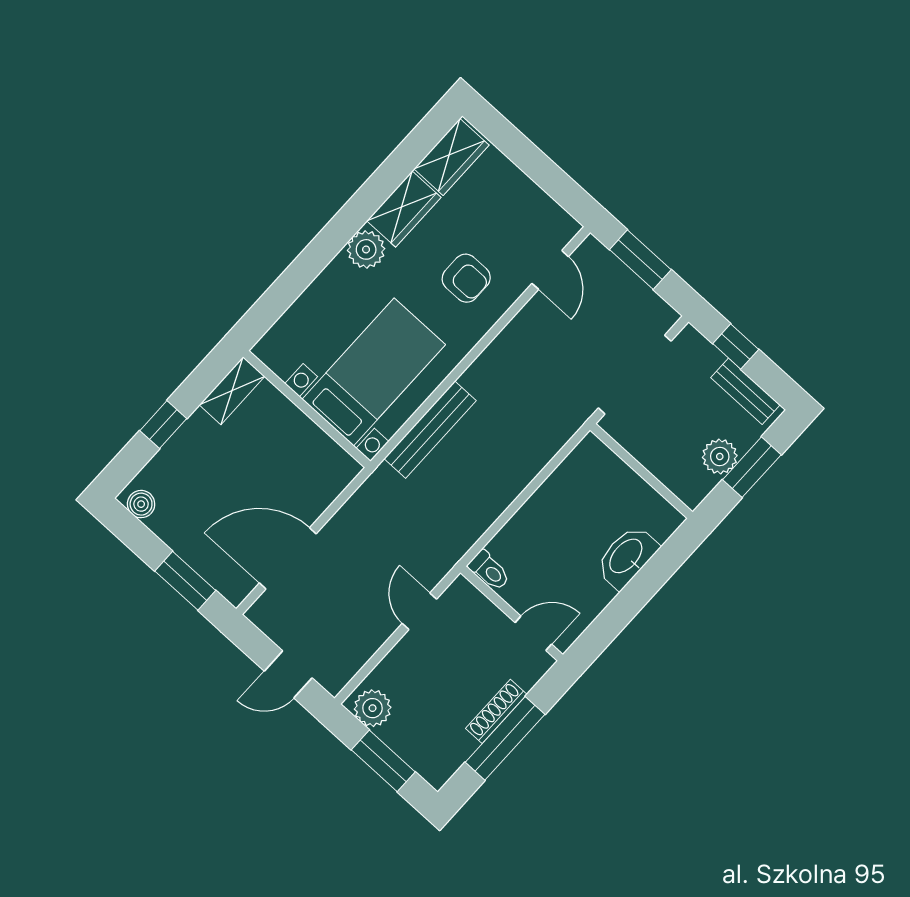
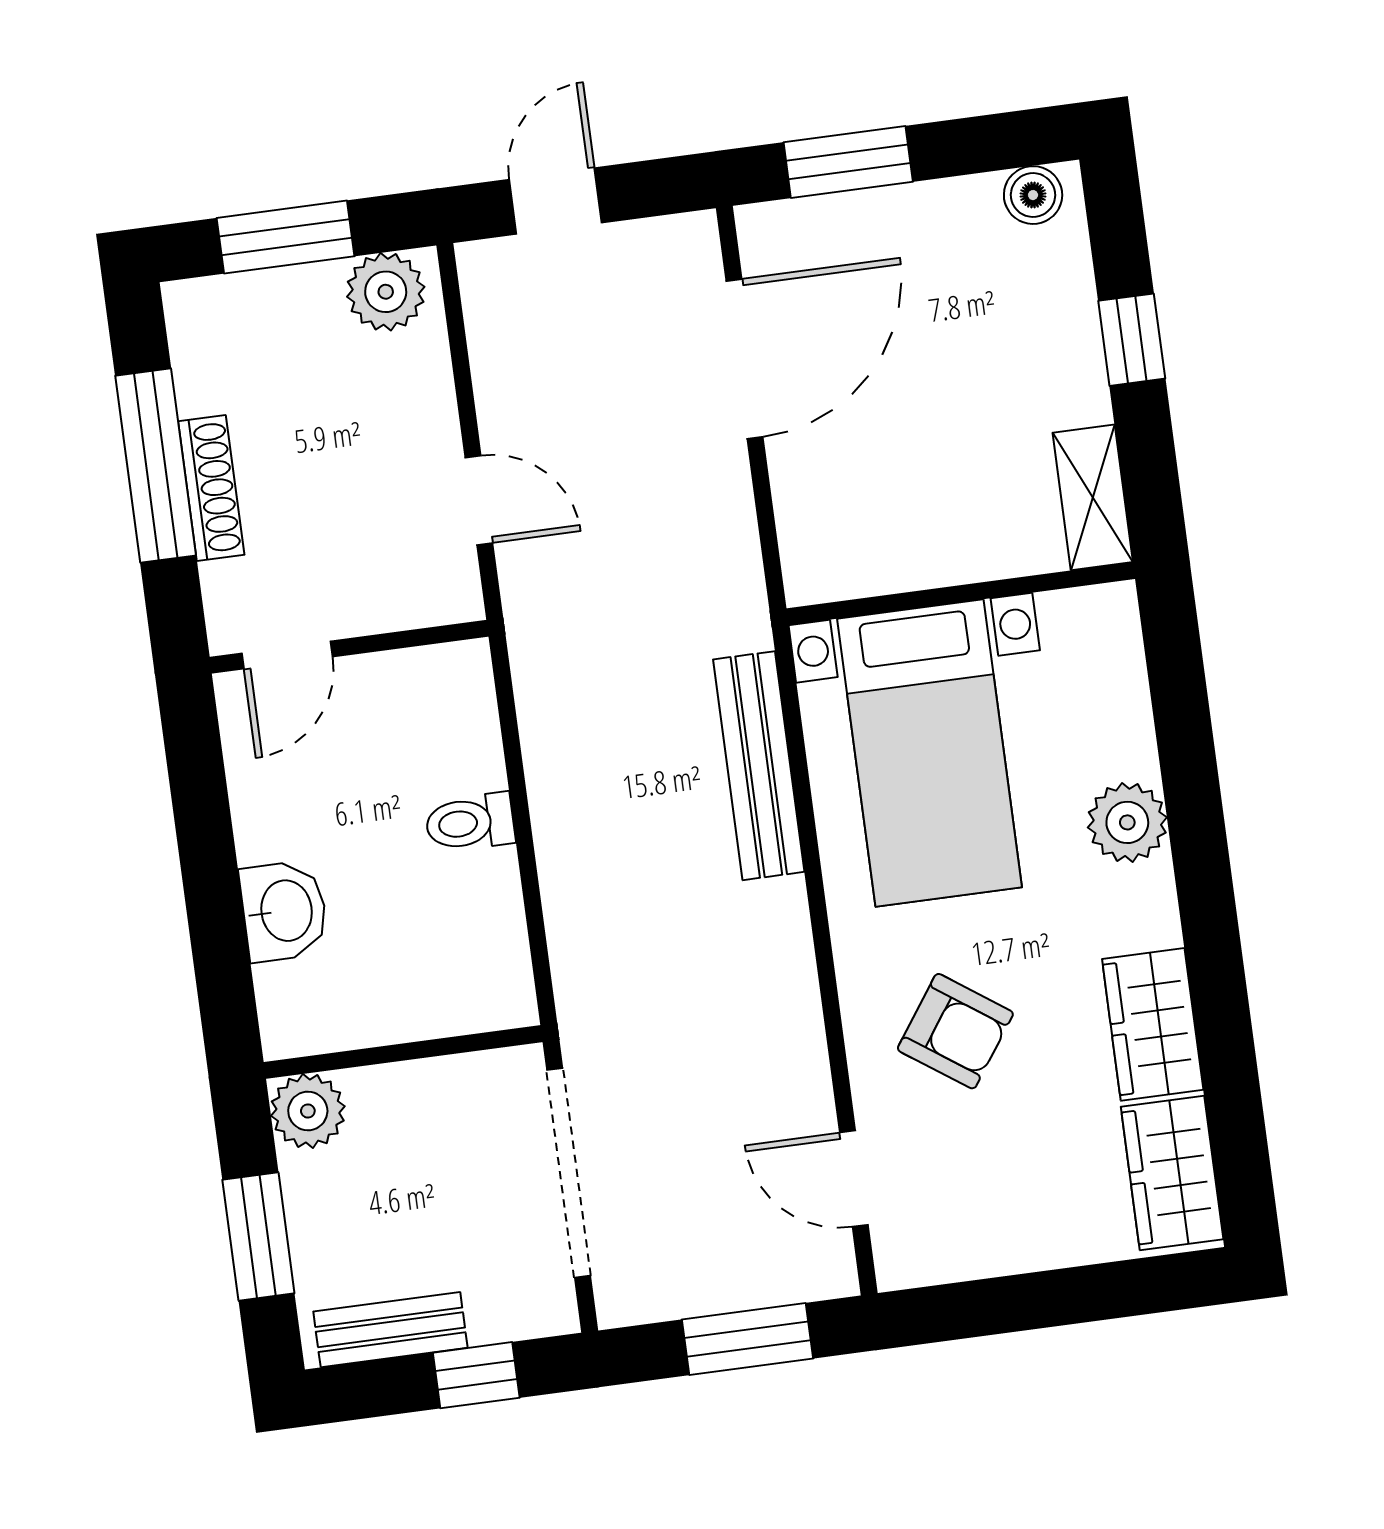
plant: (366, 249) -> (1127, 822), moved
armchair: (466, 278) -> (955, 1031), turned -145
plant: (720, 456) -> (308, 1111), moved
washbasin: (627, 557) -> (284, 911), width x0.72
toilet: (489, 570) -> (470, 822), moved

